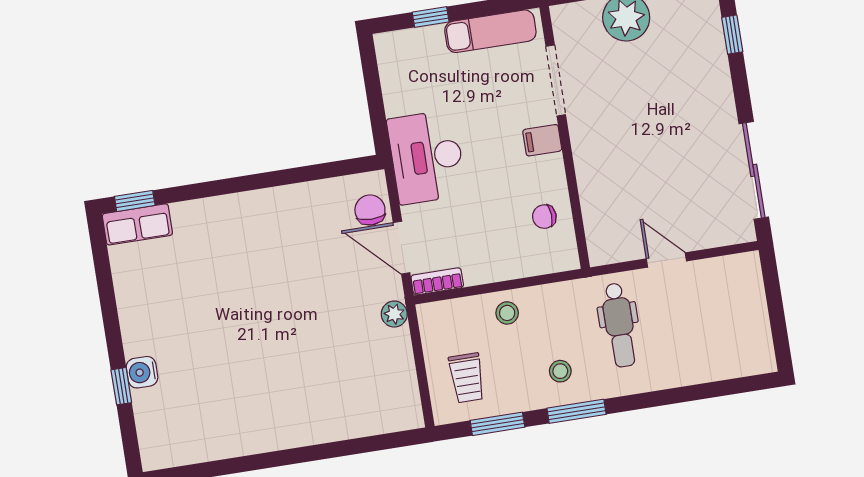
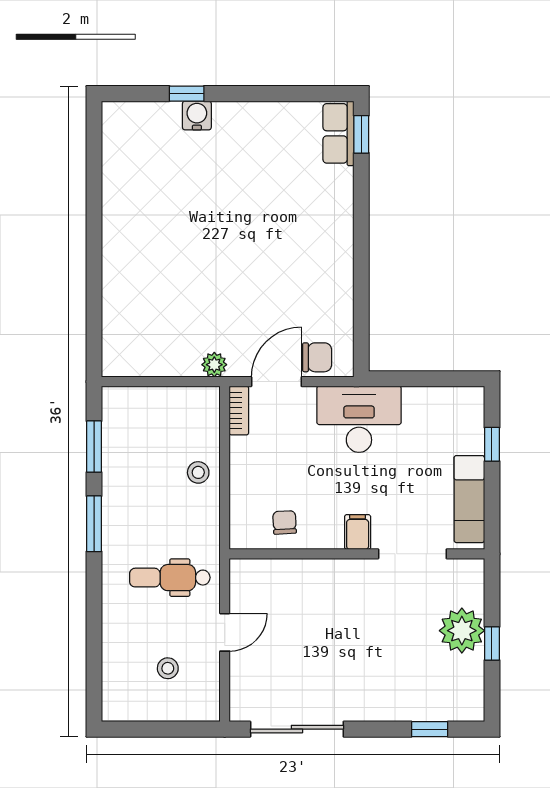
stool: (560, 371) -> (168, 668), moved
trolley: (467, 378) -> (142, 424), removed

